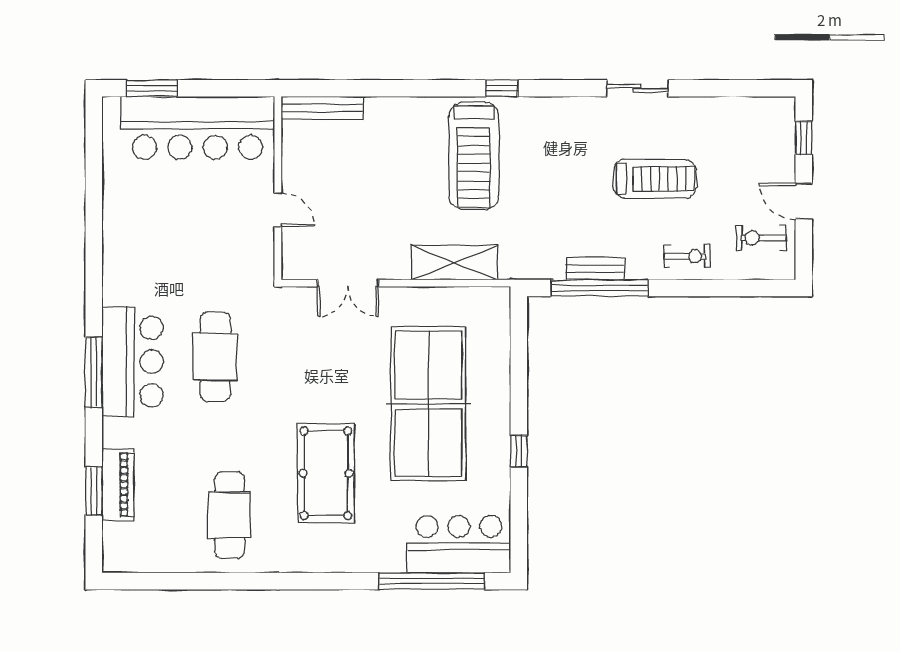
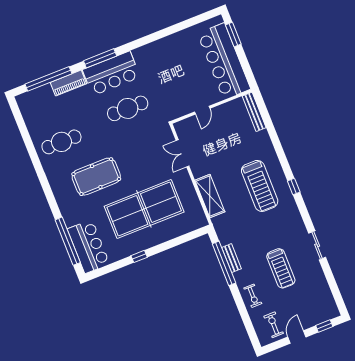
treadmill: (474, 156) -> (260, 186), turned -90
piano: (118, 485) -> (68, 83), moved
window: (94, 491) -> (48, 79), width x2.11

